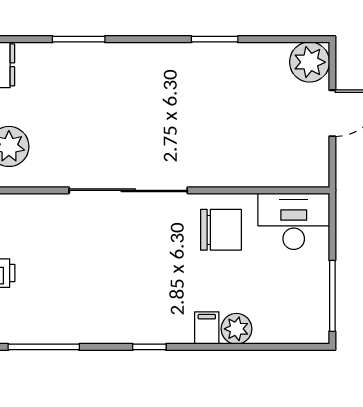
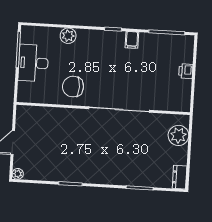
plant: (310, 62) -> (18, 174), width x0.53, depth x0.53
desk: (294, 221) -> (33, 63), moved, turned 90
filing cabinet: (207, 328) -> (132, 40), moved

